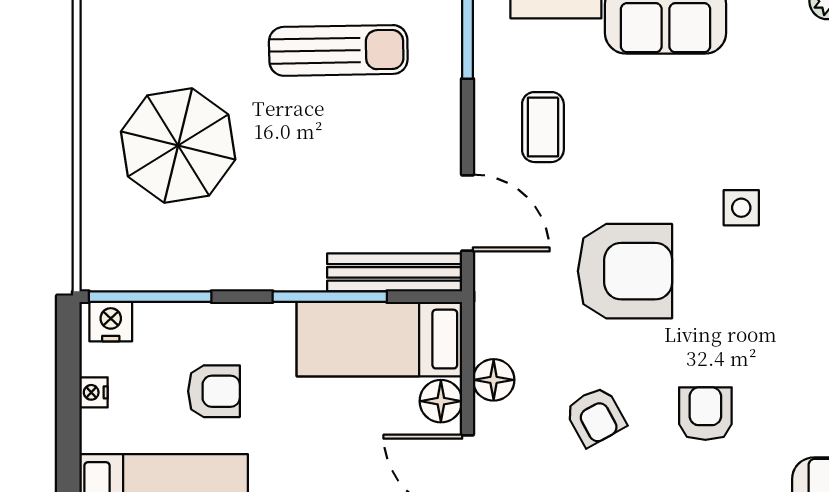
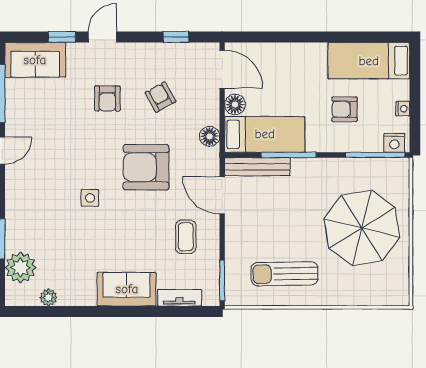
parasol: (178, 146) -> (362, 228), width x1.36, depth x1.36
floor lamp: (494, 380) -> (210, 136), moved

